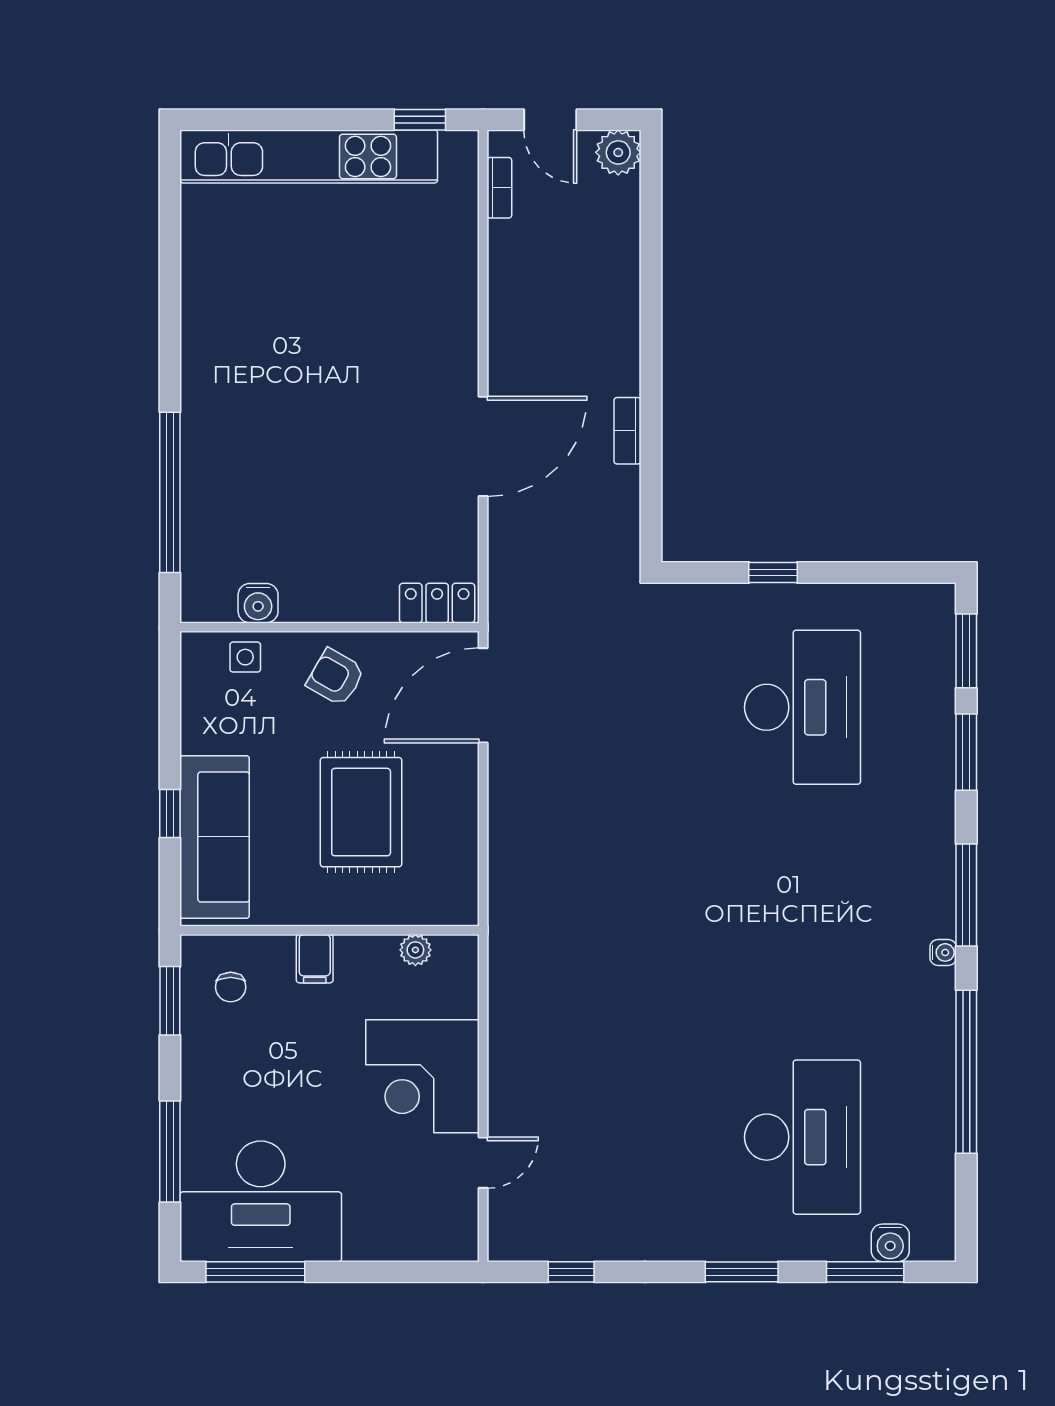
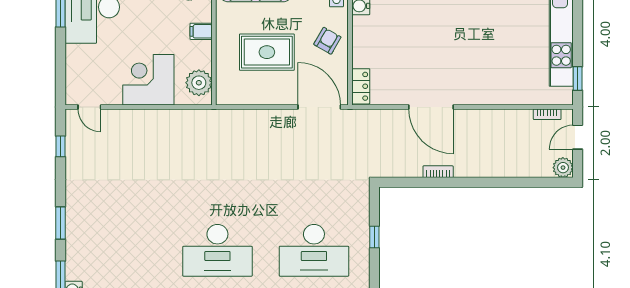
plant: (415, 950) -> (199, 83), width x1.87, depth x1.87
desk: (803, 1137) -> (217, 250), moved
door: (483, 1163) -> (89, 107), moved

